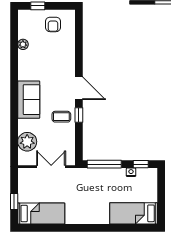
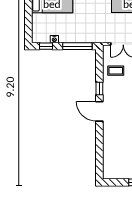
armchair: (53, 24) -> (122, 166), removed
coffee table: (61, 117) -> (116, 71), moved

